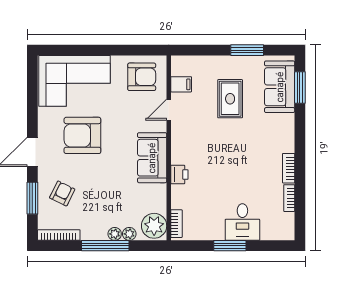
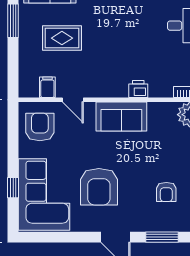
window: (81, 50) -> (13, 188), added
armchair: (62, 193) -> (166, 192), moved, turned -116

